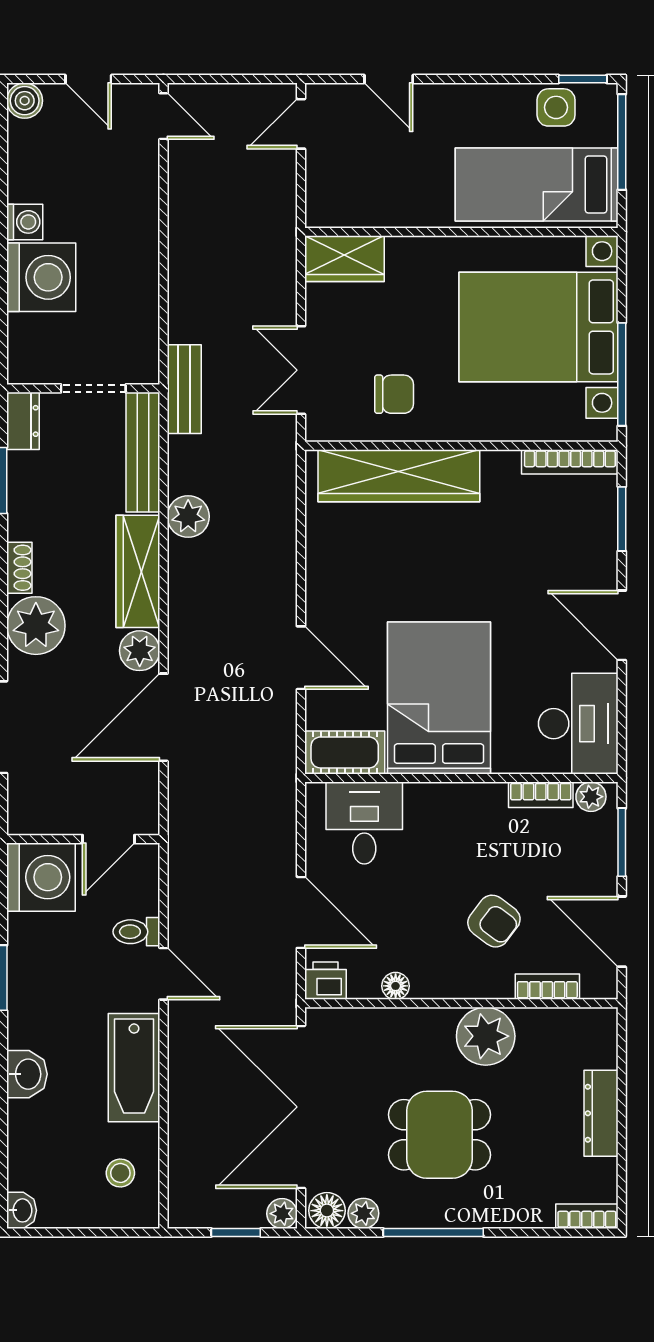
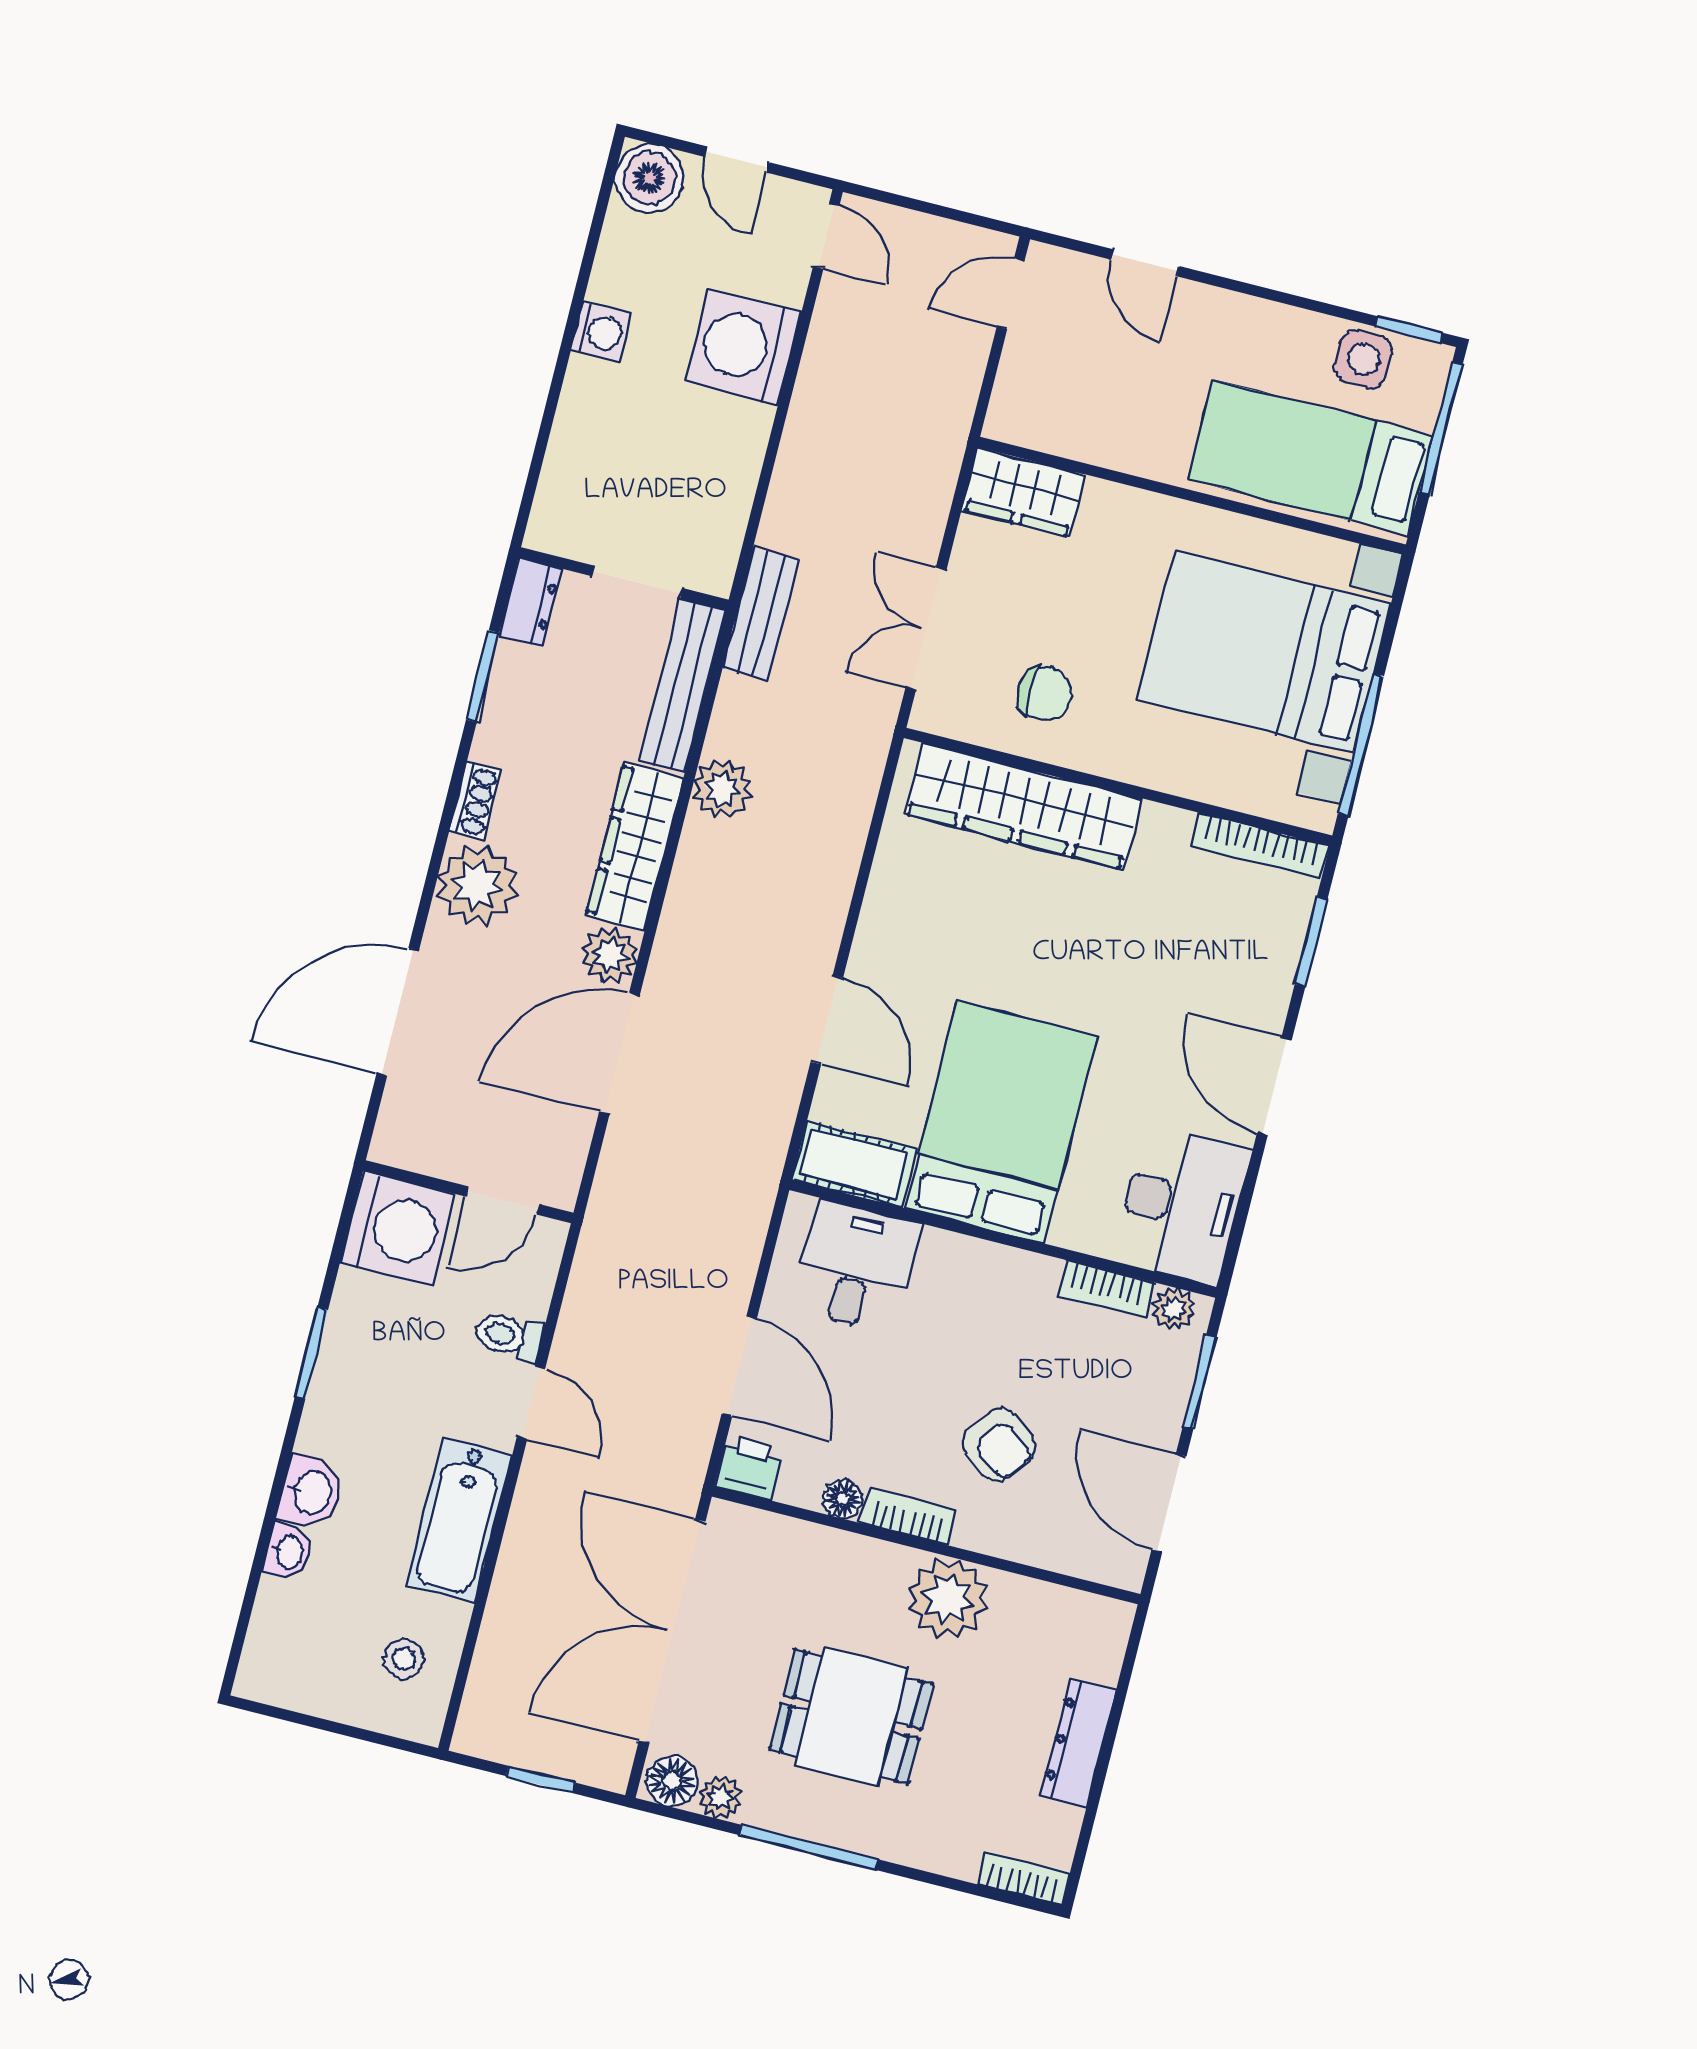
boiler: (25, 101) -> (649, 178), width x1.36, depth x1.36
washing machine: (41, 277) -> (743, 347), moved, turned 180
bookcase: (547, 987) -> (908, 1517), moved
washbasin: (22, 1210) -> (288, 1552), moved
plant: (282, 1214) -> (610, 1770), removed

